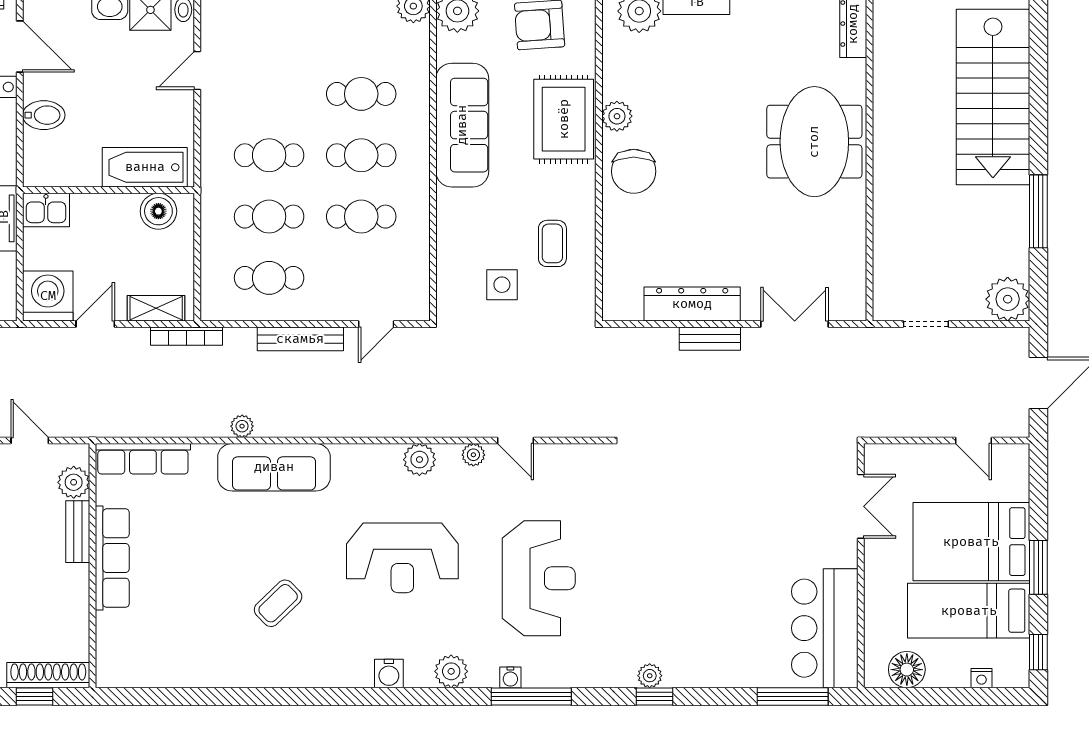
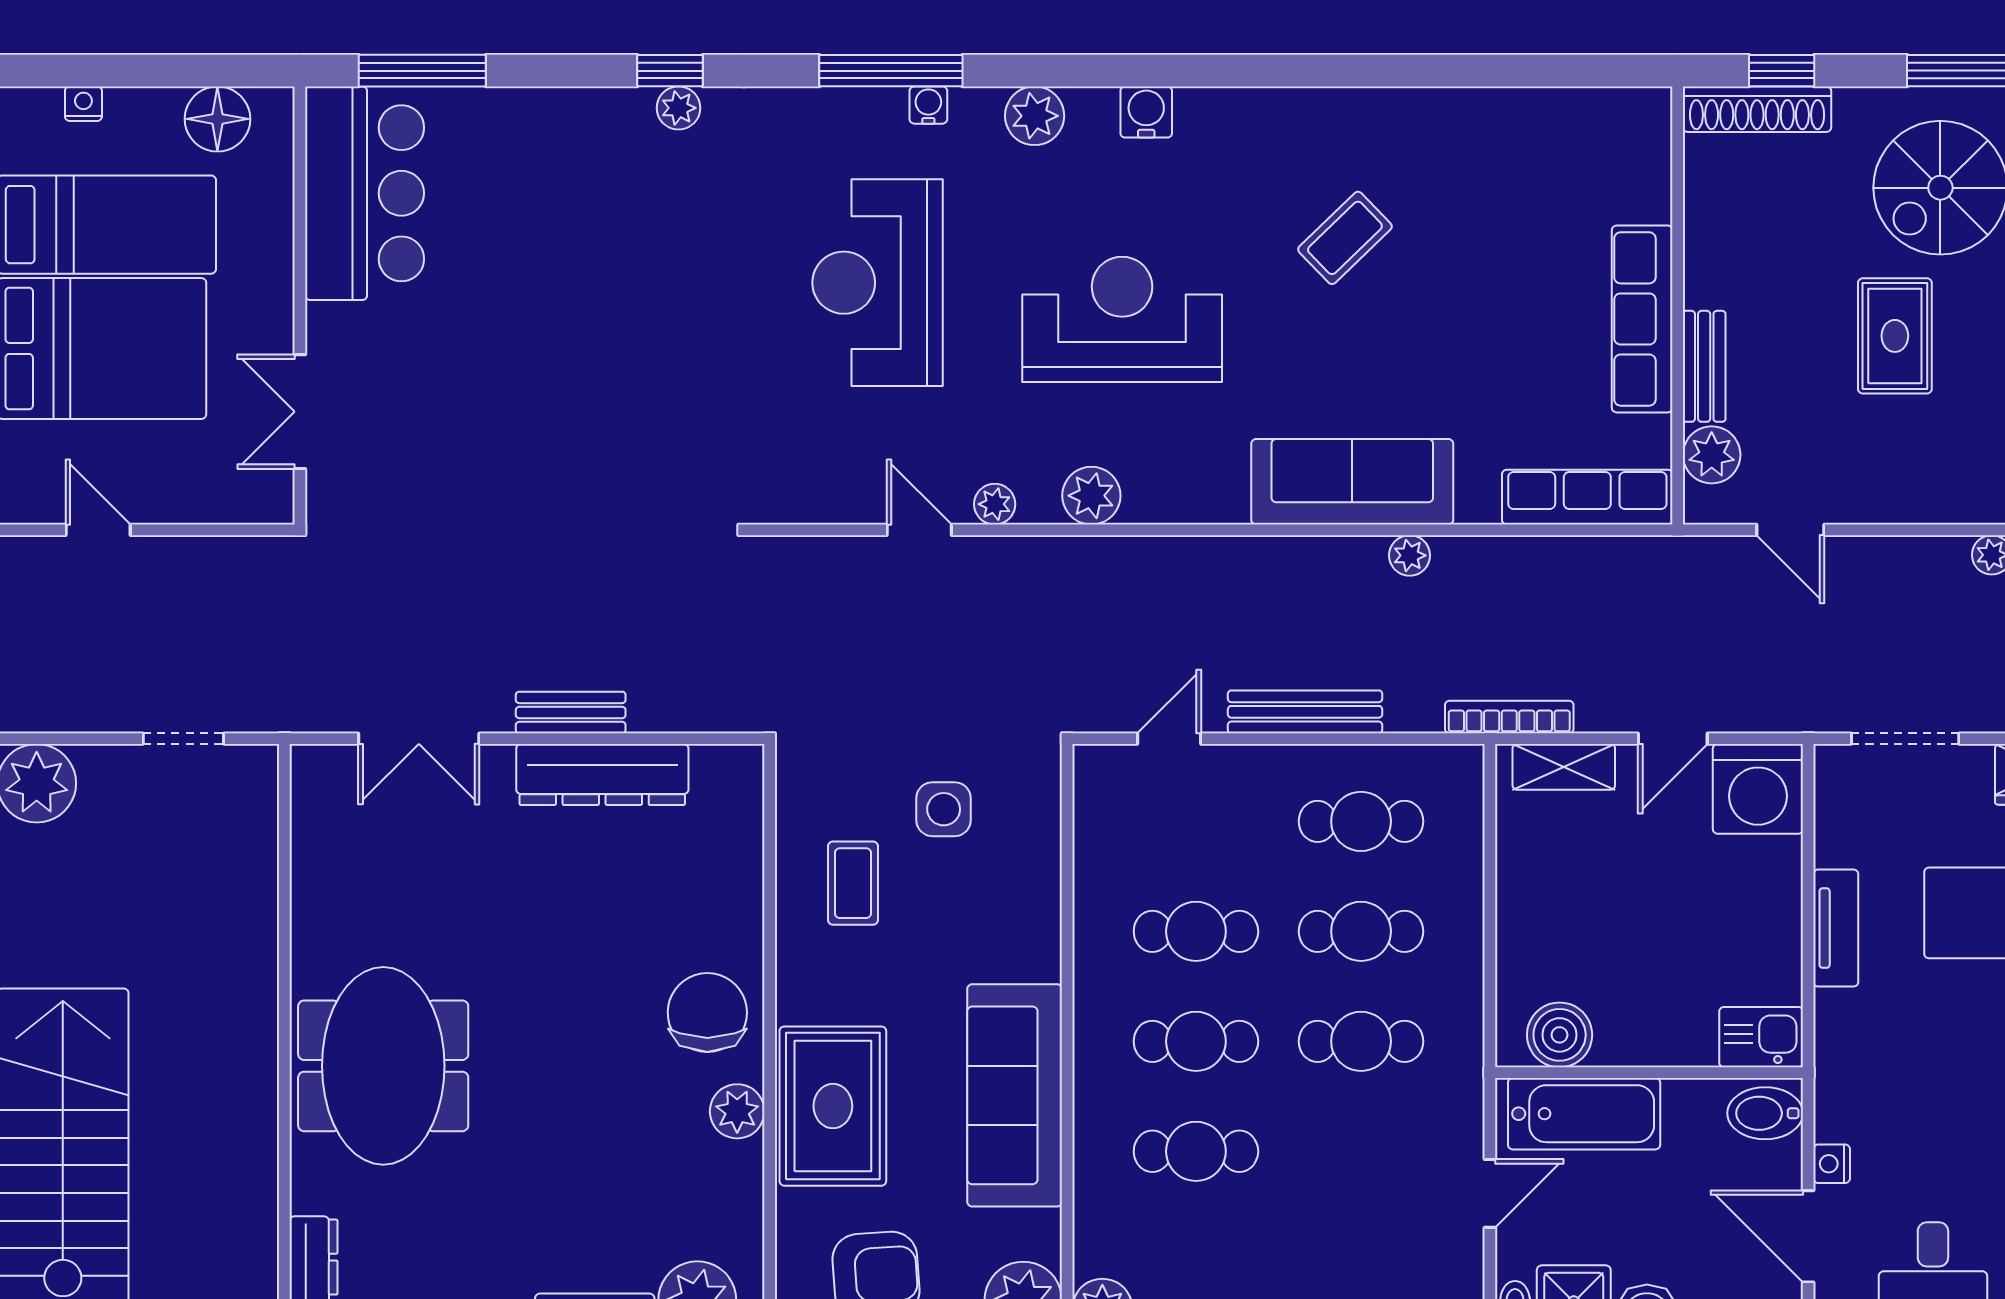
bathtub: (145, 167) -> (1584, 1114), moved
wall: (109, 190) -> (1649, 1073), moved
kitchen sink: (46, 210) -> (1761, 1037), moved
boiler: (158, 211) -> (1560, 1035), moved

